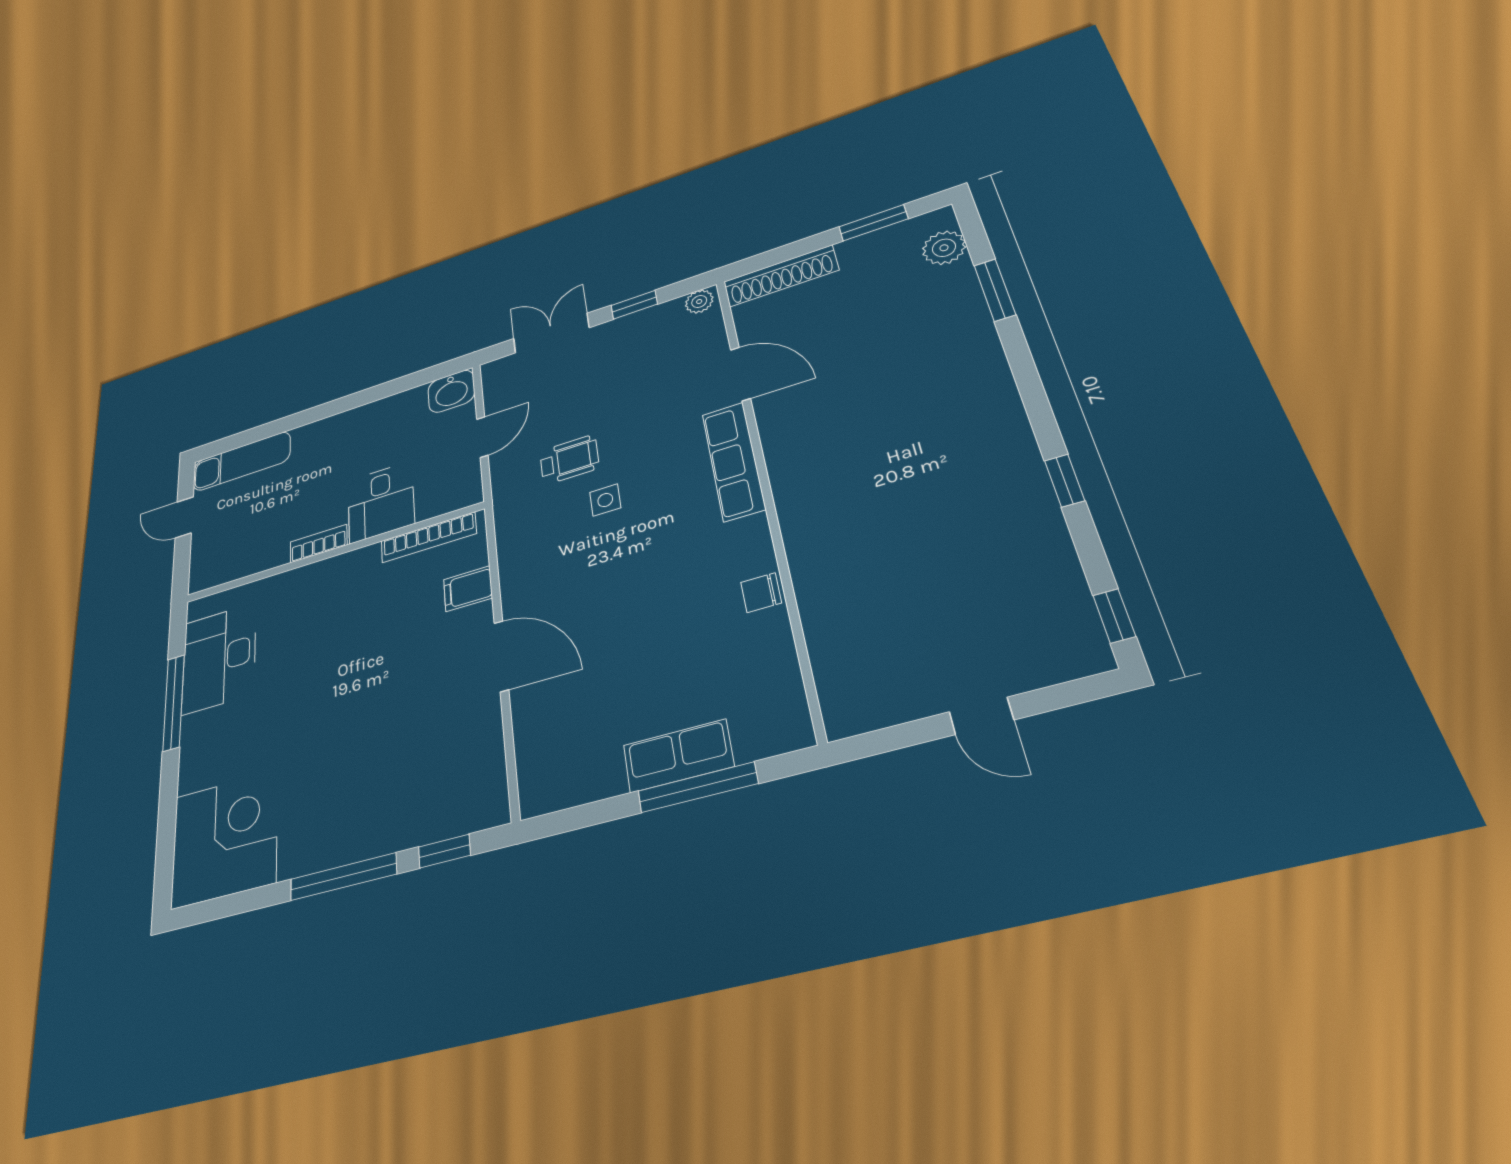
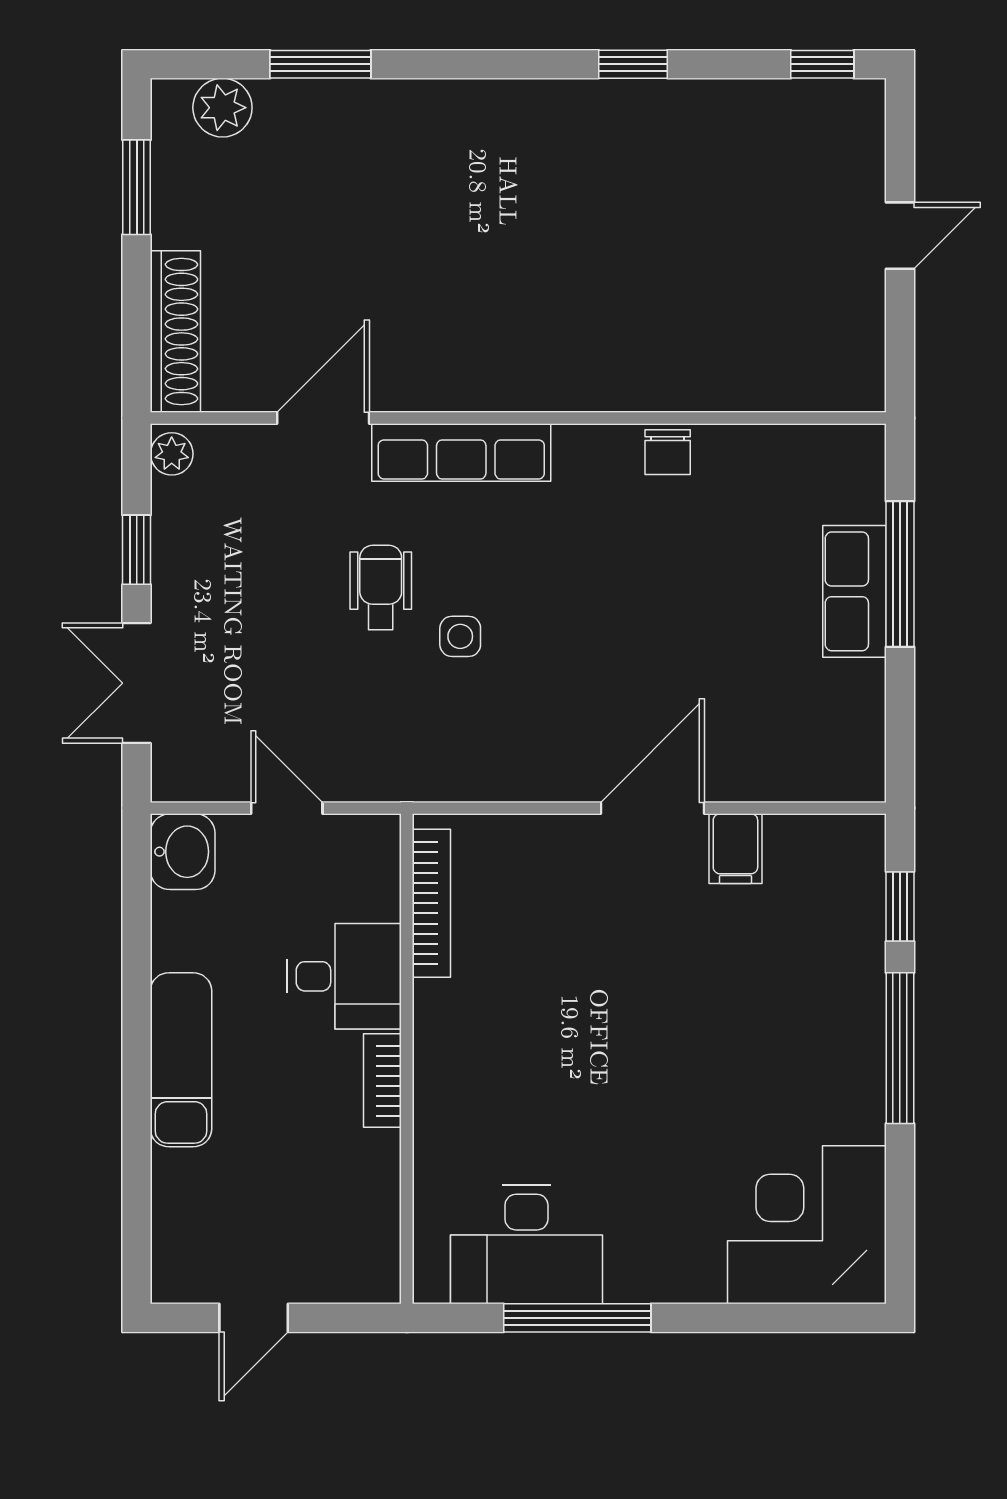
wheelchair: (569, 460) -> (381, 587), moved
exam couch: (242, 461) -> (181, 1060), moved
filing cabinet: (468, 589) -> (735, 849), moved

